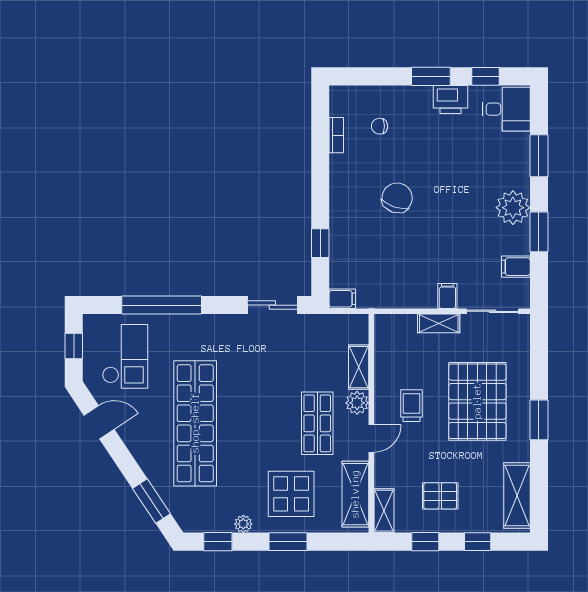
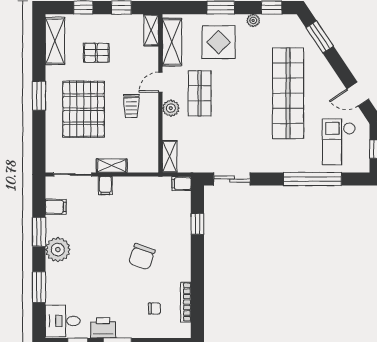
bookcase: (336, 135) -> (186, 302), width x1.56
shelving: (359, 367) -> (170, 156), moved
pallet: (440, 496) -> (96, 53), moved

